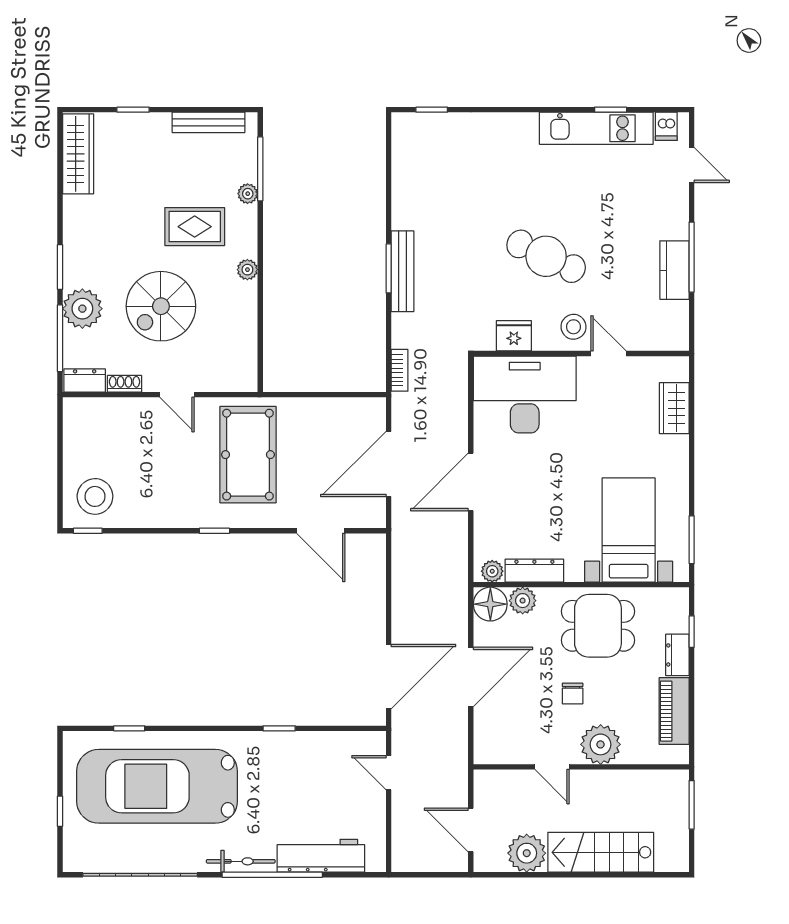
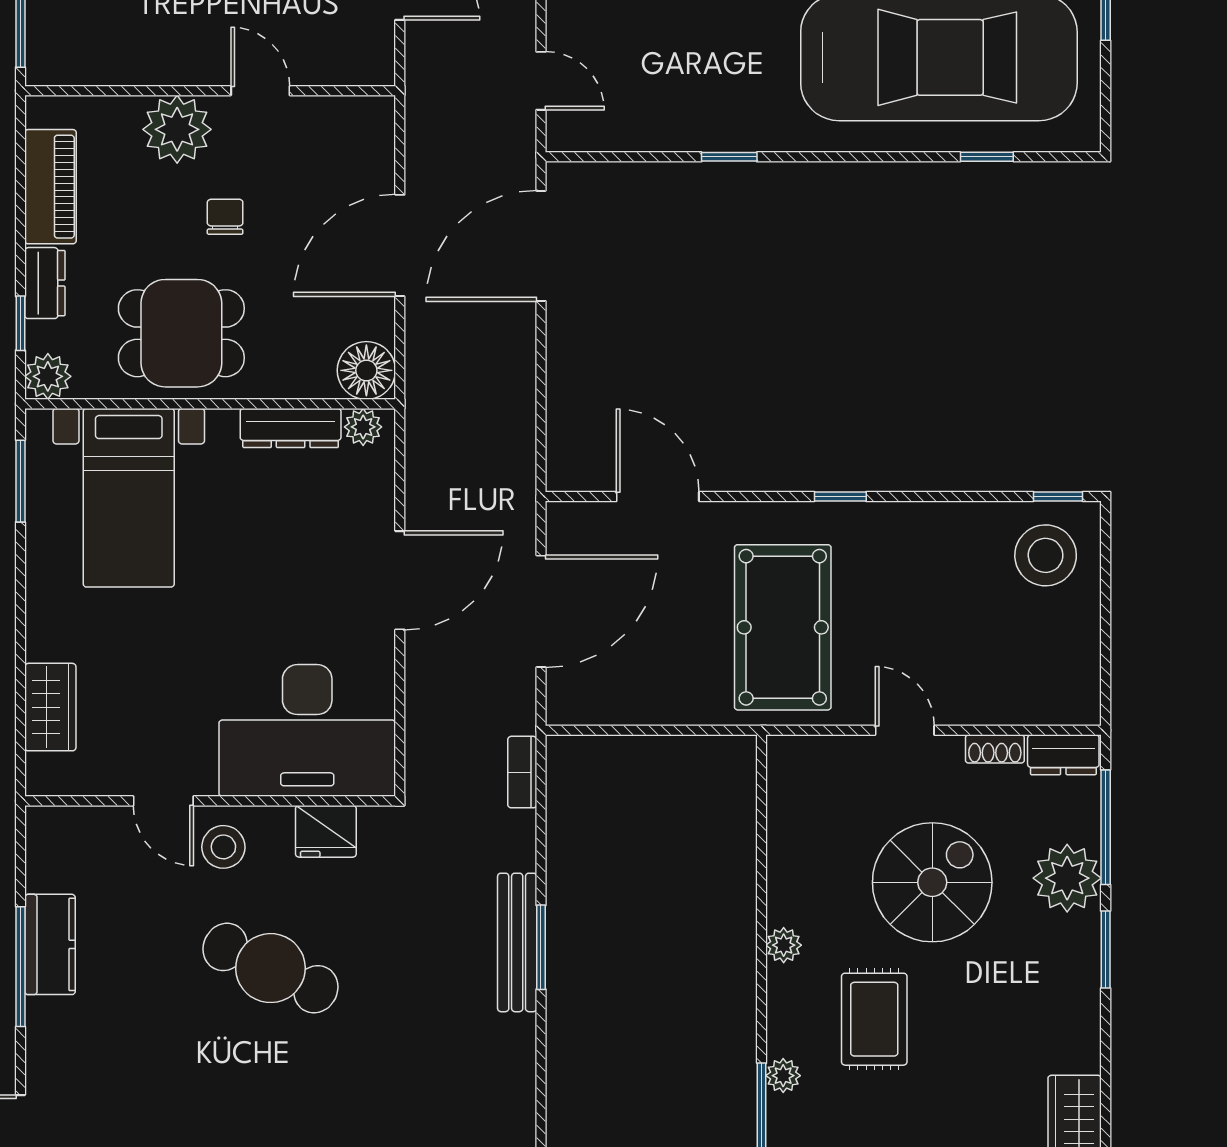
rug: (195, 227) -> (874, 1019), turned 90
plant: (523, 601) -> (48, 376), moved

